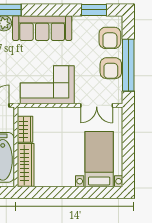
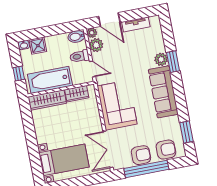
armchair: (110, 38) -> (166, 150), turned 180
armchair: (111, 68) -> (141, 155), turned 180
double door: (97, 105) -> (108, 149), width x1.37

